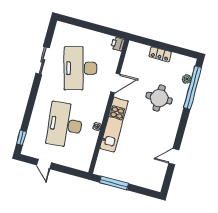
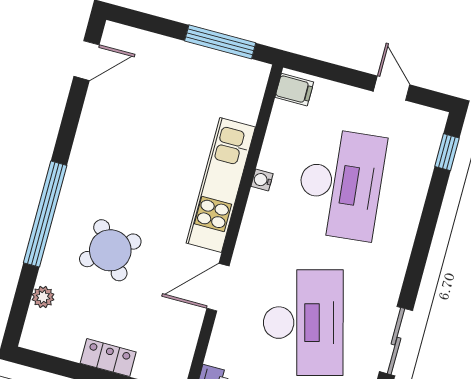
window: (193, 88) -> (45, 214), moved
round table: (159, 98) -> (110, 250), turned -36
door: (174, 156) -> (86, 61), moved
filing cabinet: (84, 163) -> (294, 90), added

